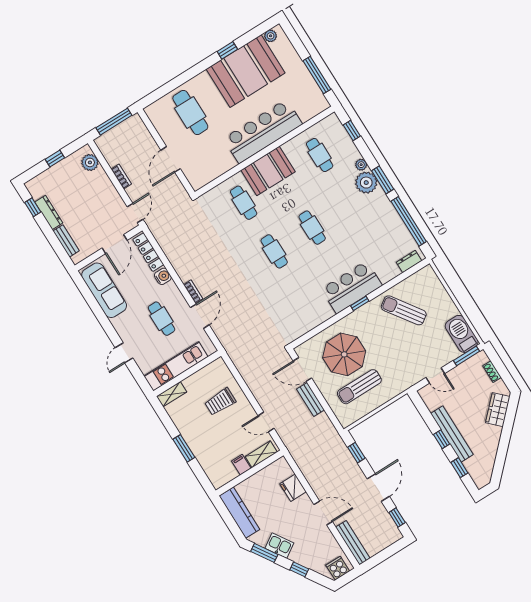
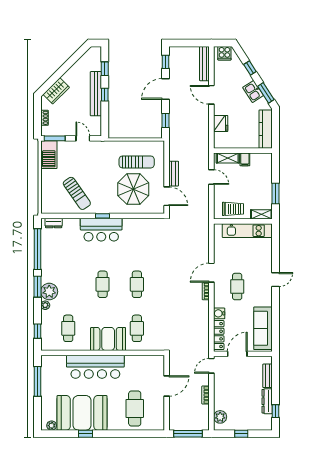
kitchen unit: (176, 366) -> (247, 231), moved
wall: (187, 373) -> (243, 221), moved
shelving: (172, 394) -> (261, 214), moved

